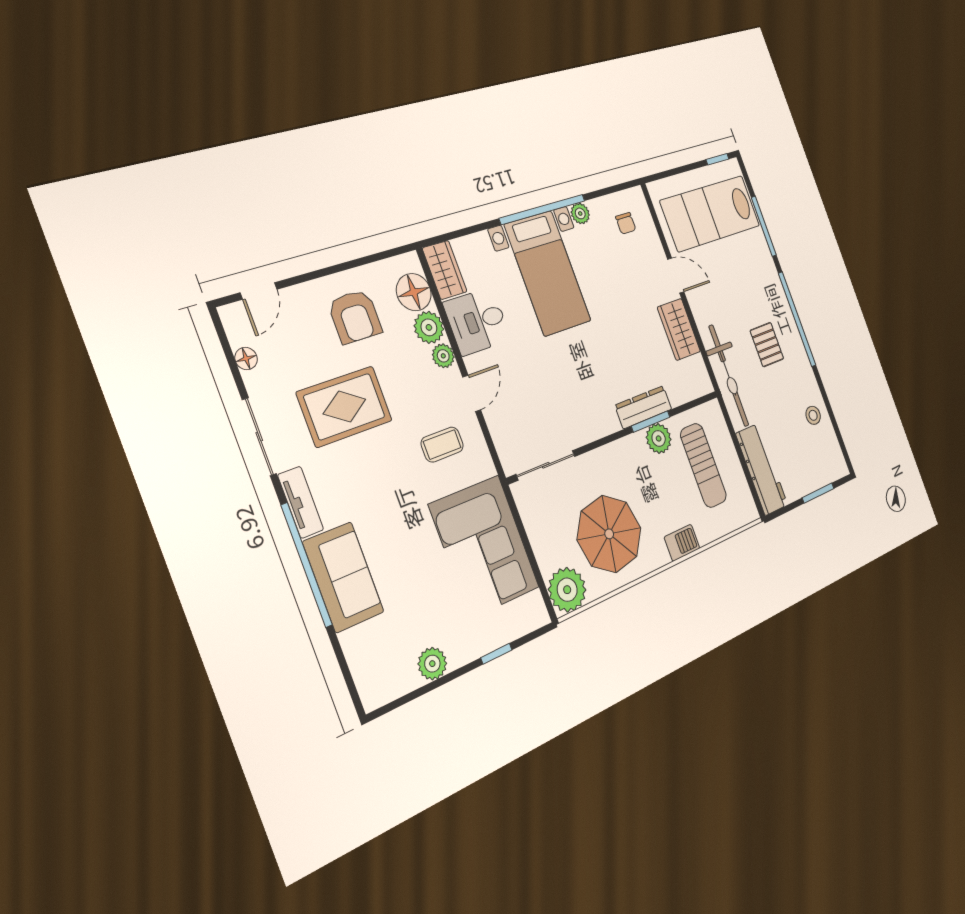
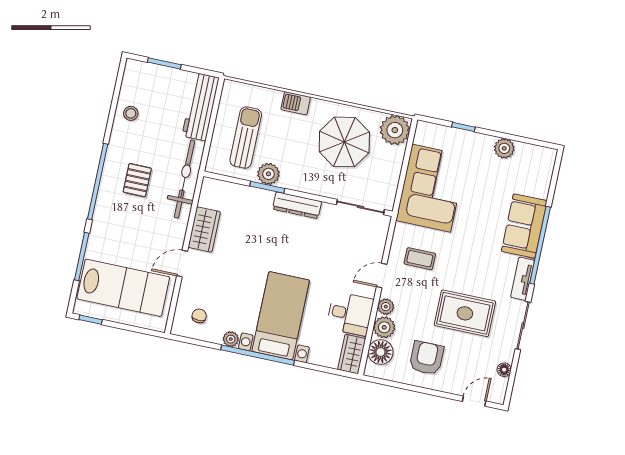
door: (676, 276) -> (182, 264), hinge flipped
dresser: (643, 407) -> (297, 205), moved

